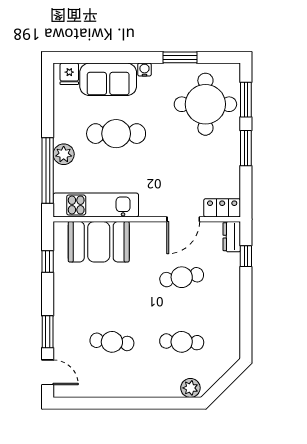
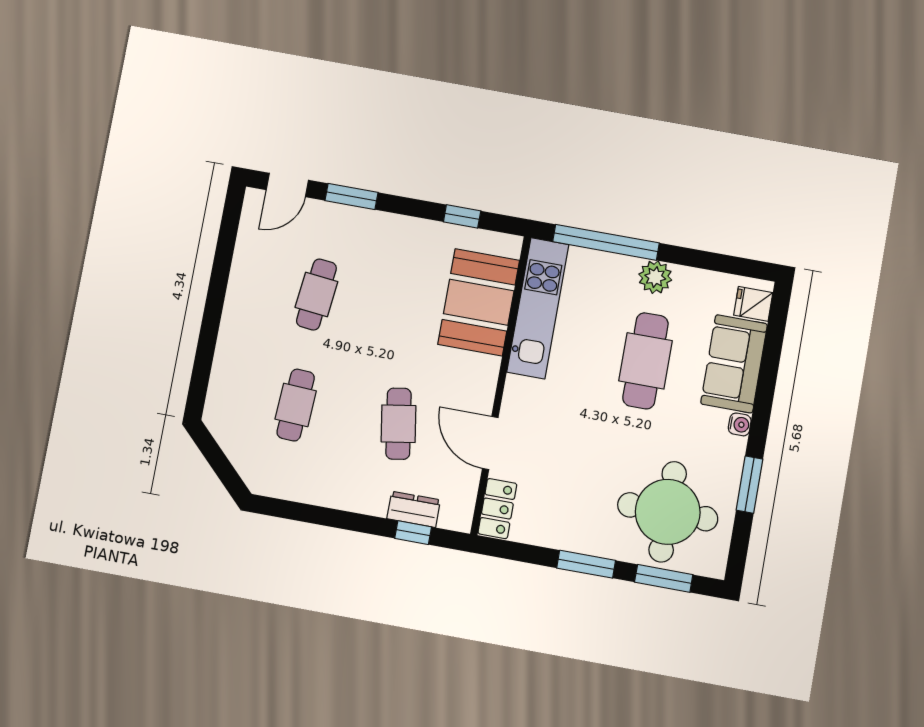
plant: (64, 154) -> (655, 277), moved
dresser: (232, 237) -> (414, 509), moved
plant: (190, 388) -> (220, 406), removed

